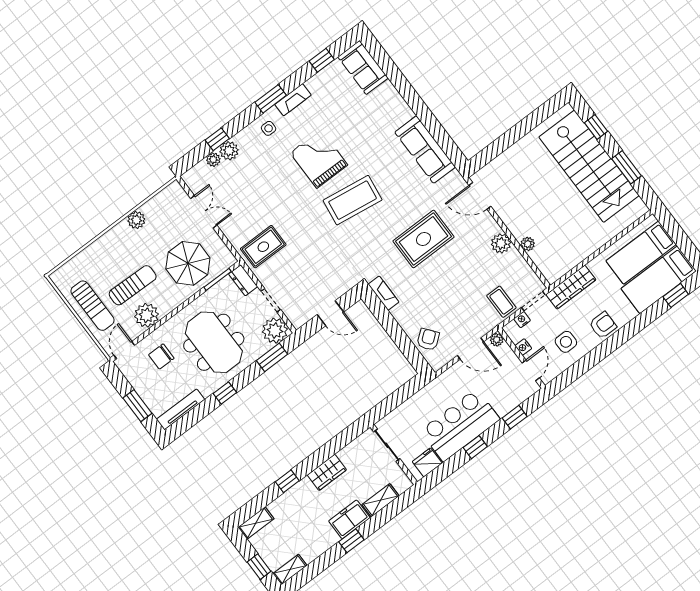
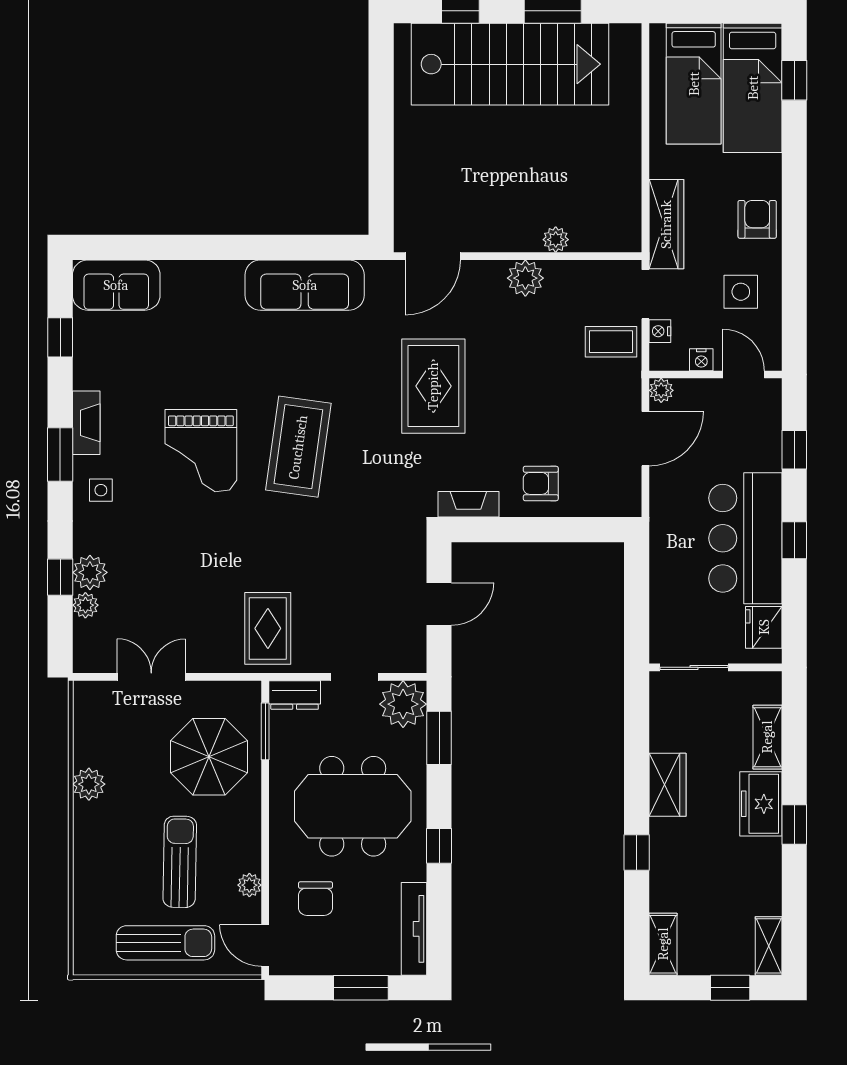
grand piano: (319, 159) -> (201, 451), turned -90
plant: (147, 315) -> (249, 885), width x0.53, depth x0.53
armchair: (428, 339) -> (541, 483), moved, turned -52

